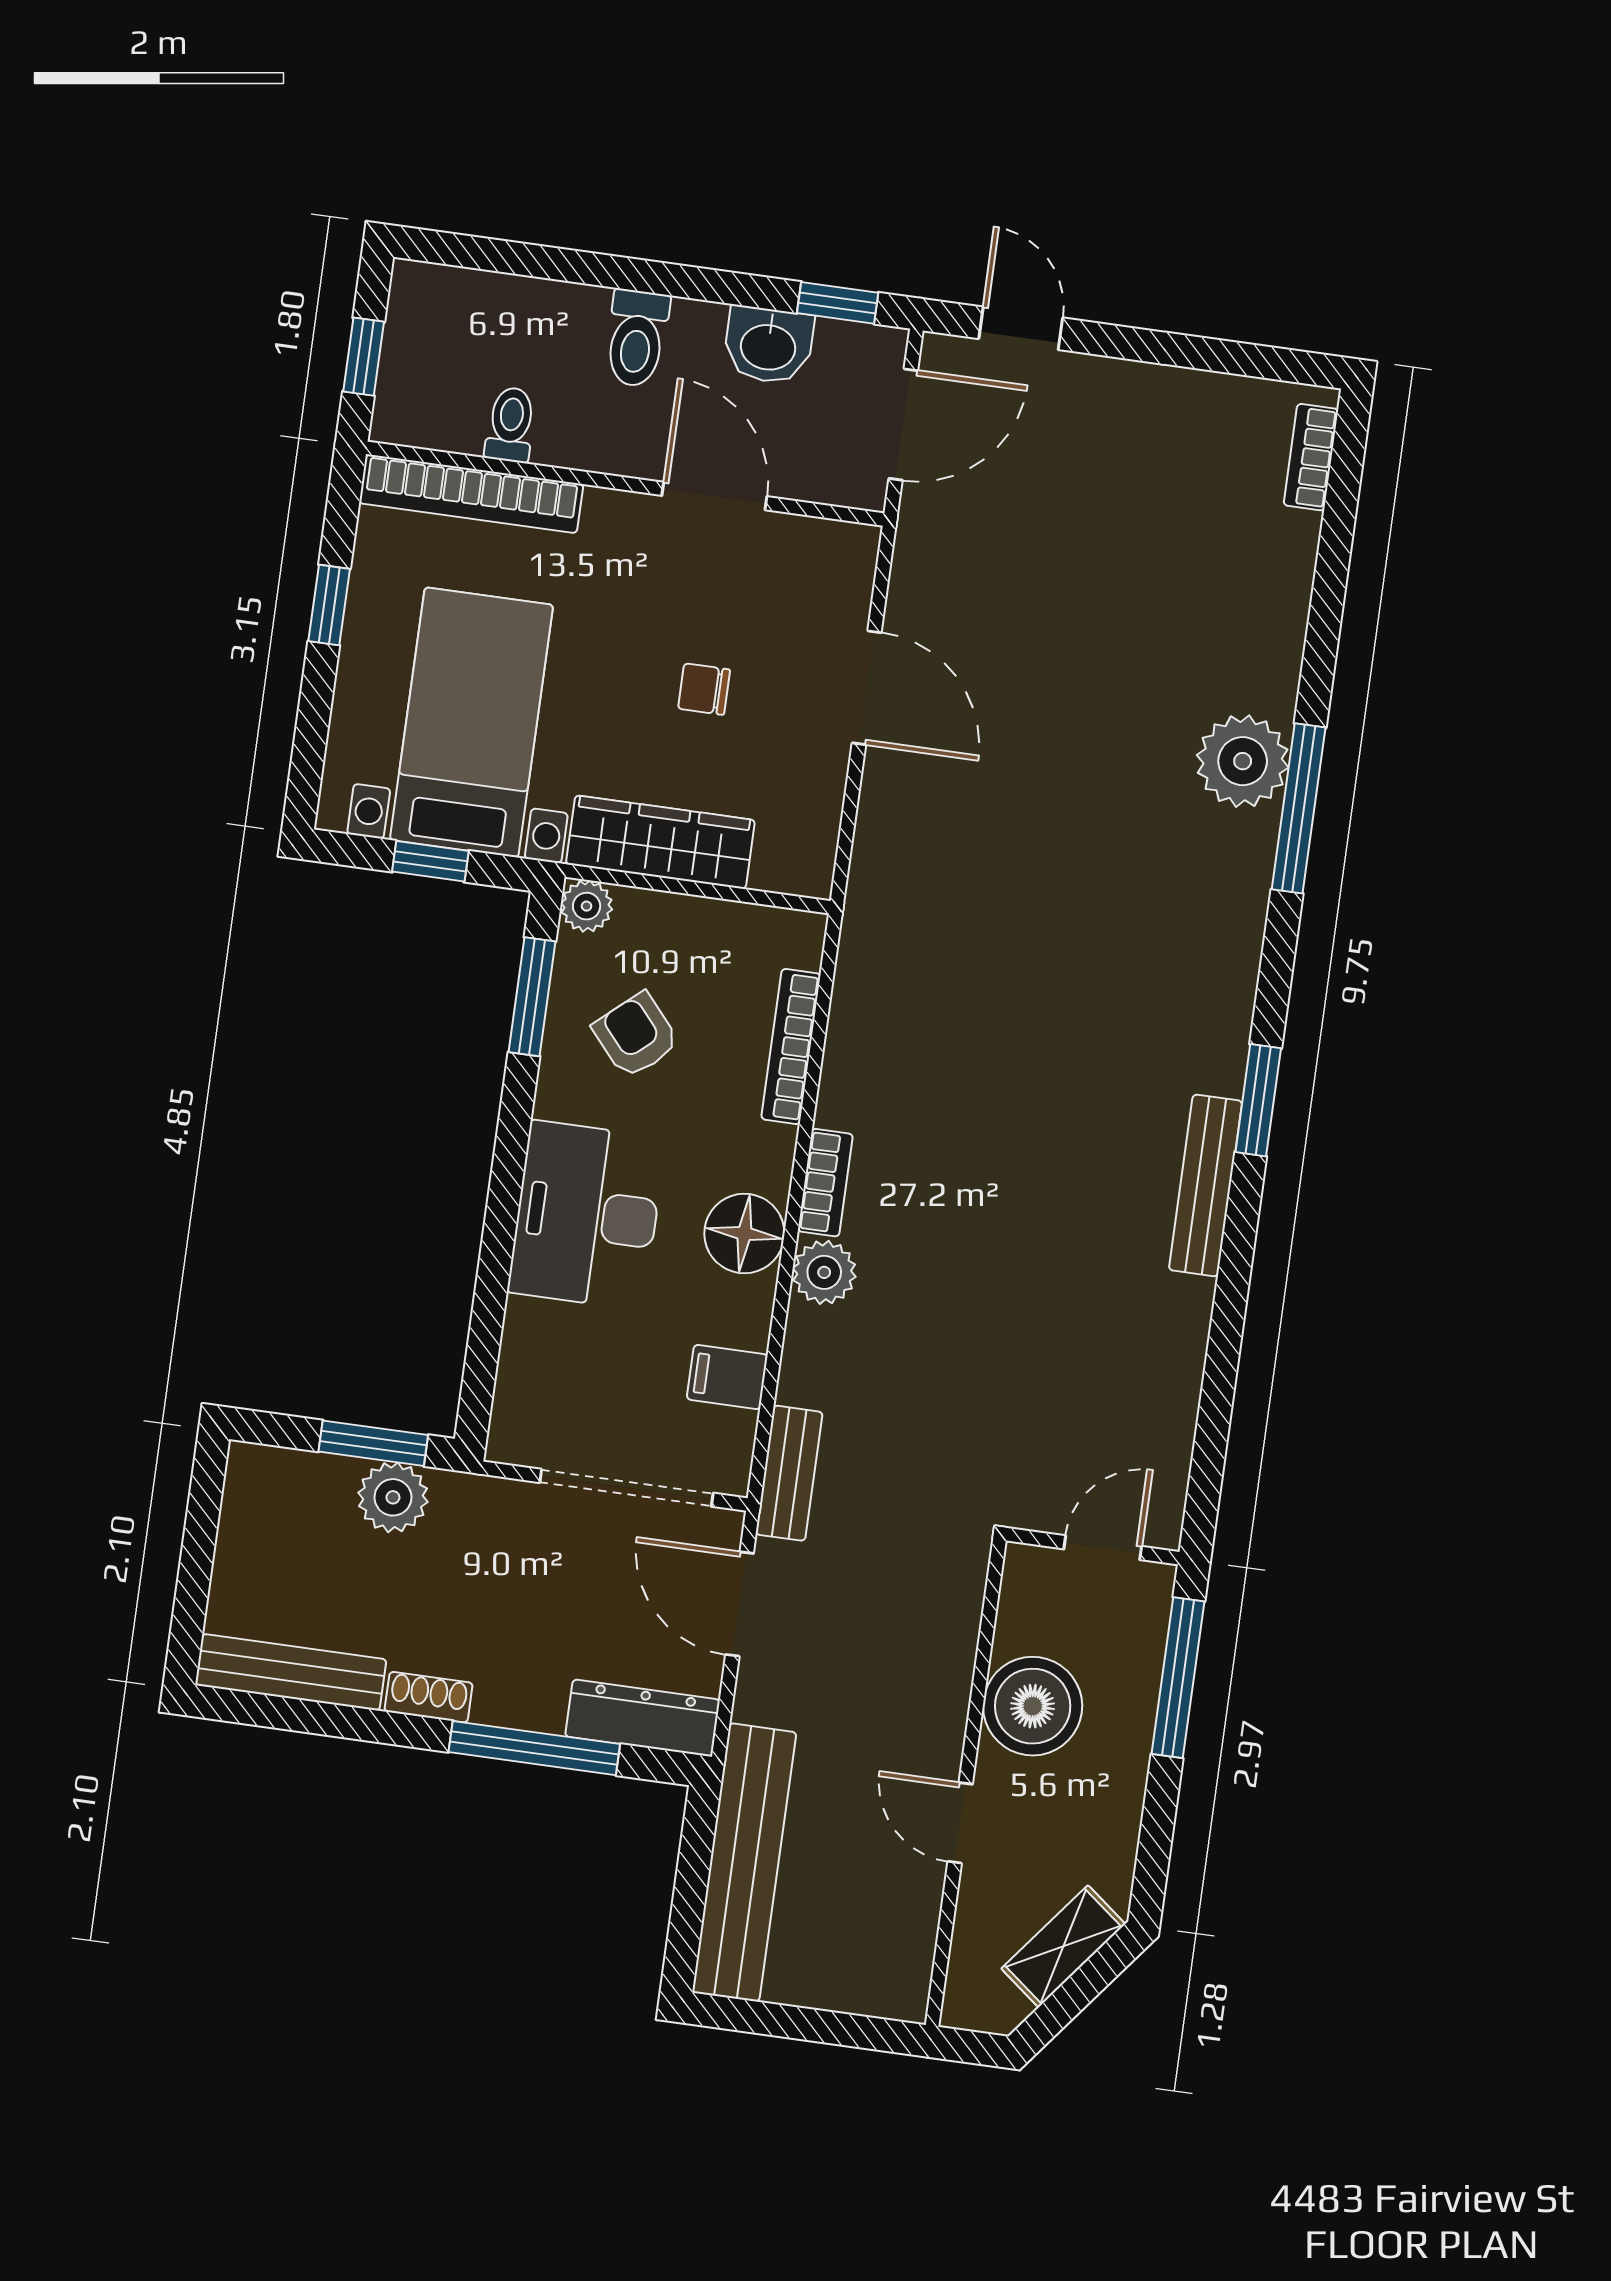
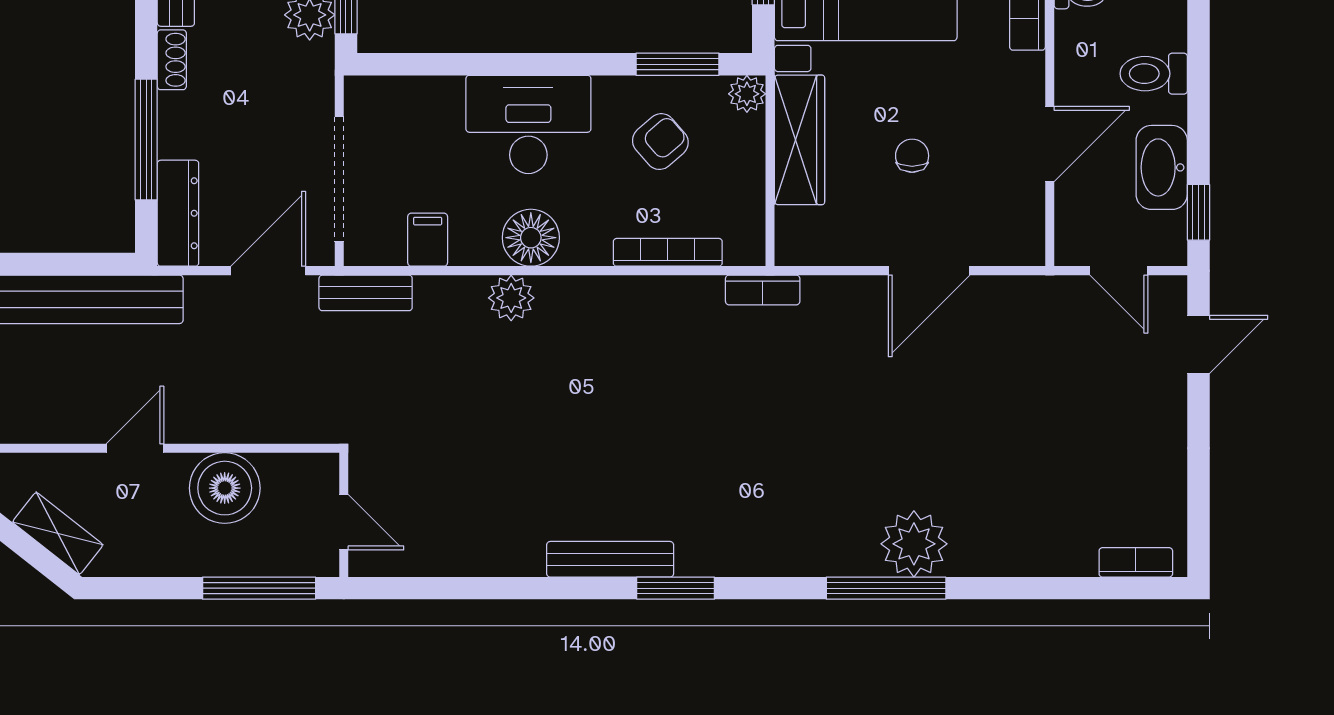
washbasin: (768, 345) -> (1162, 167), width x1.38
door: (903, 424) -> (1119, 271), width x0.73
bookcase: (825, 1183) -> (763, 290), moved

